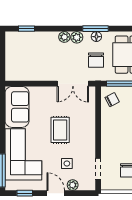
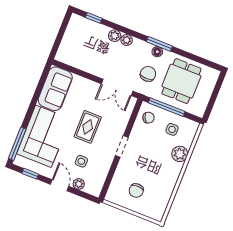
plant: (77, 37) -> (115, 36), moved
chair: (96, 60) -> (148, 74), turned 180
doorway: (98, 169) -> (122, 146), moved

